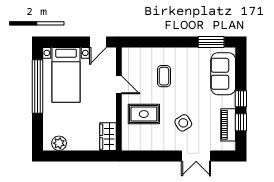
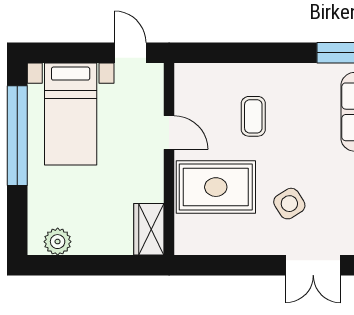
door: (98, 42) -> (130, 53), swing flipped
rug: (144, 114) -> (216, 187), width x1.36, depth x1.43

